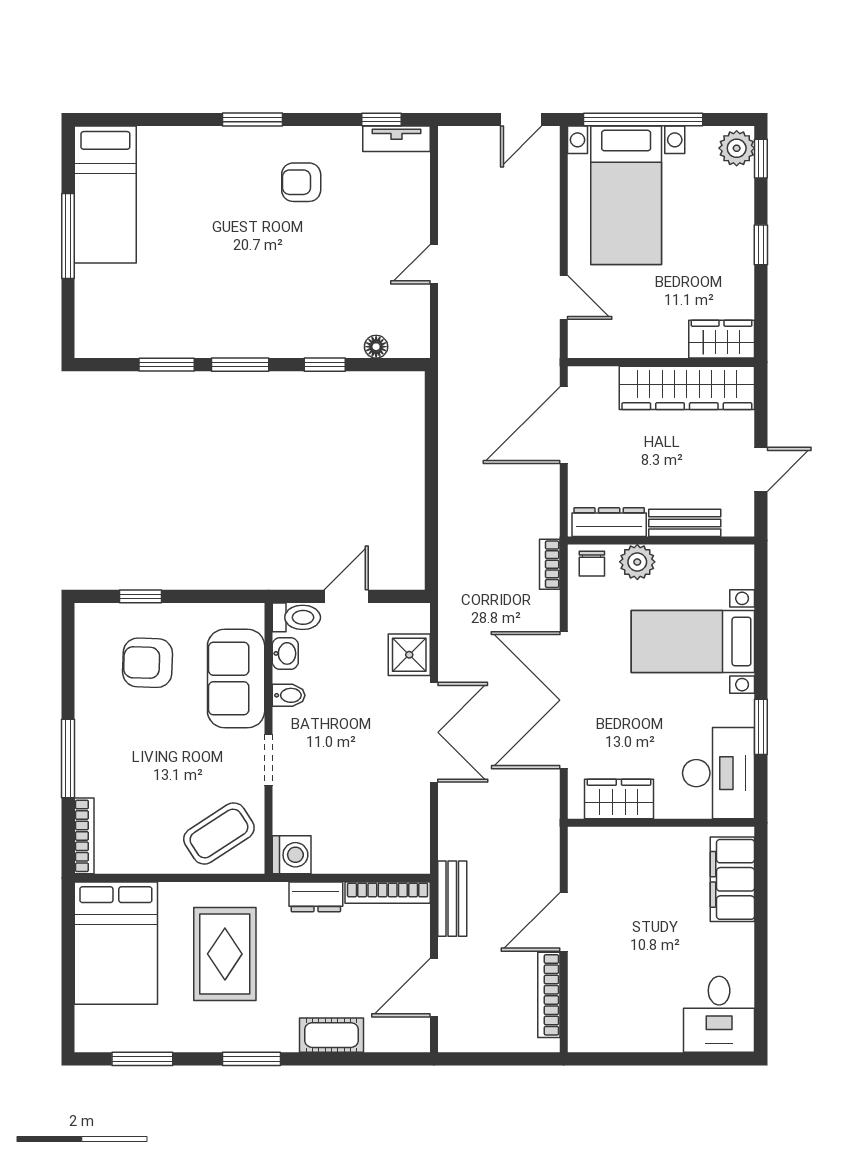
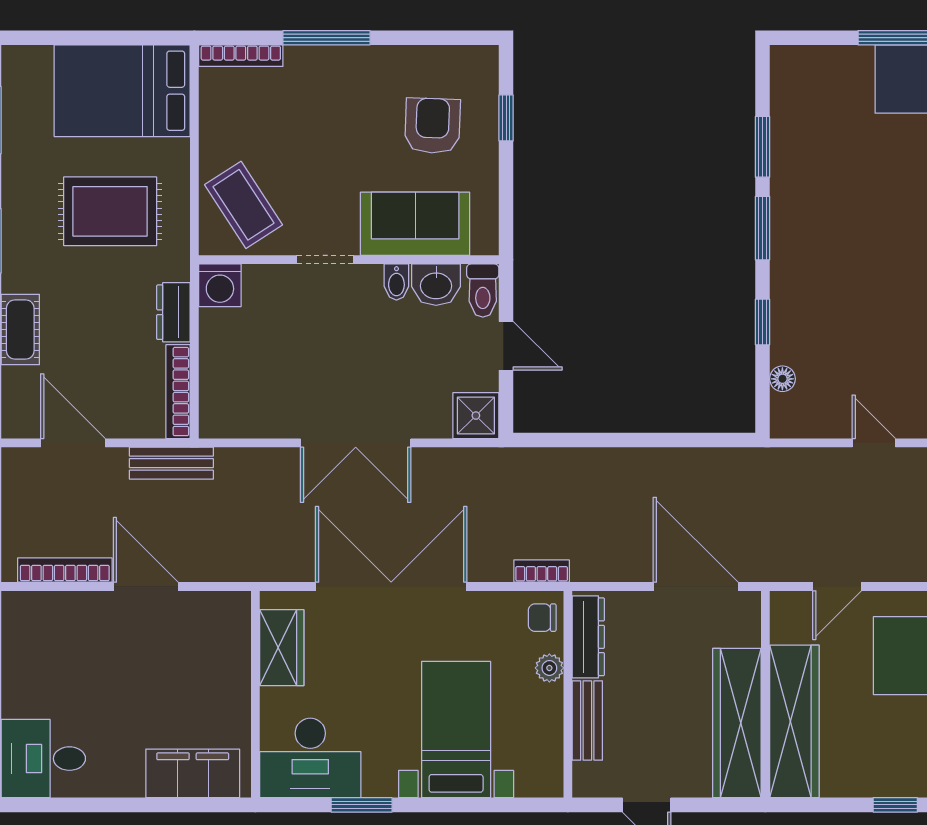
wardrobe: (722, 339) -> (794, 721), width x2.10, depth x1.17
plant: (637, 562) -> (549, 668), width x0.73, depth x0.73
washbasin: (285, 653) -> (436, 285), width x1.38, depth x1.45
shower: (409, 655) -> (476, 416), moved

